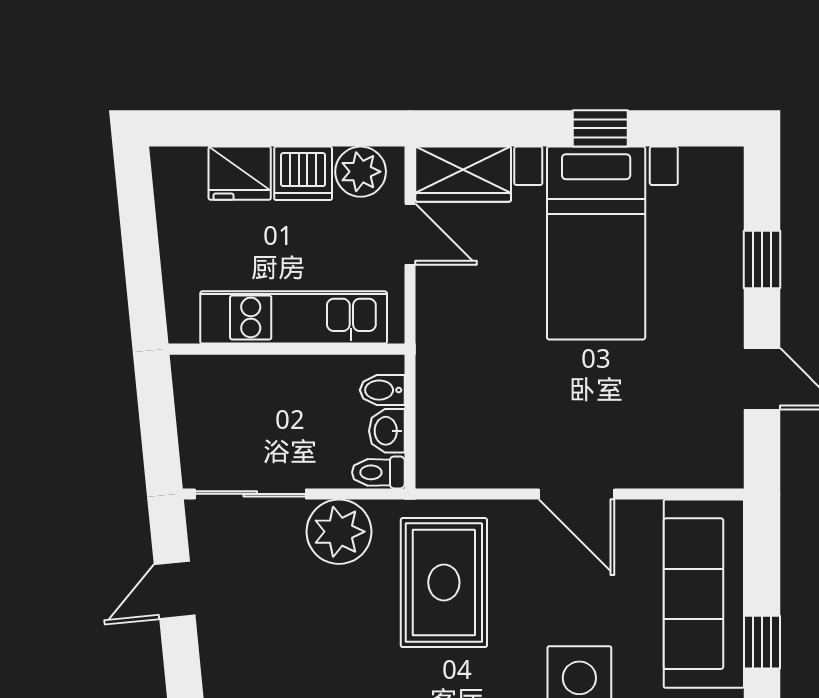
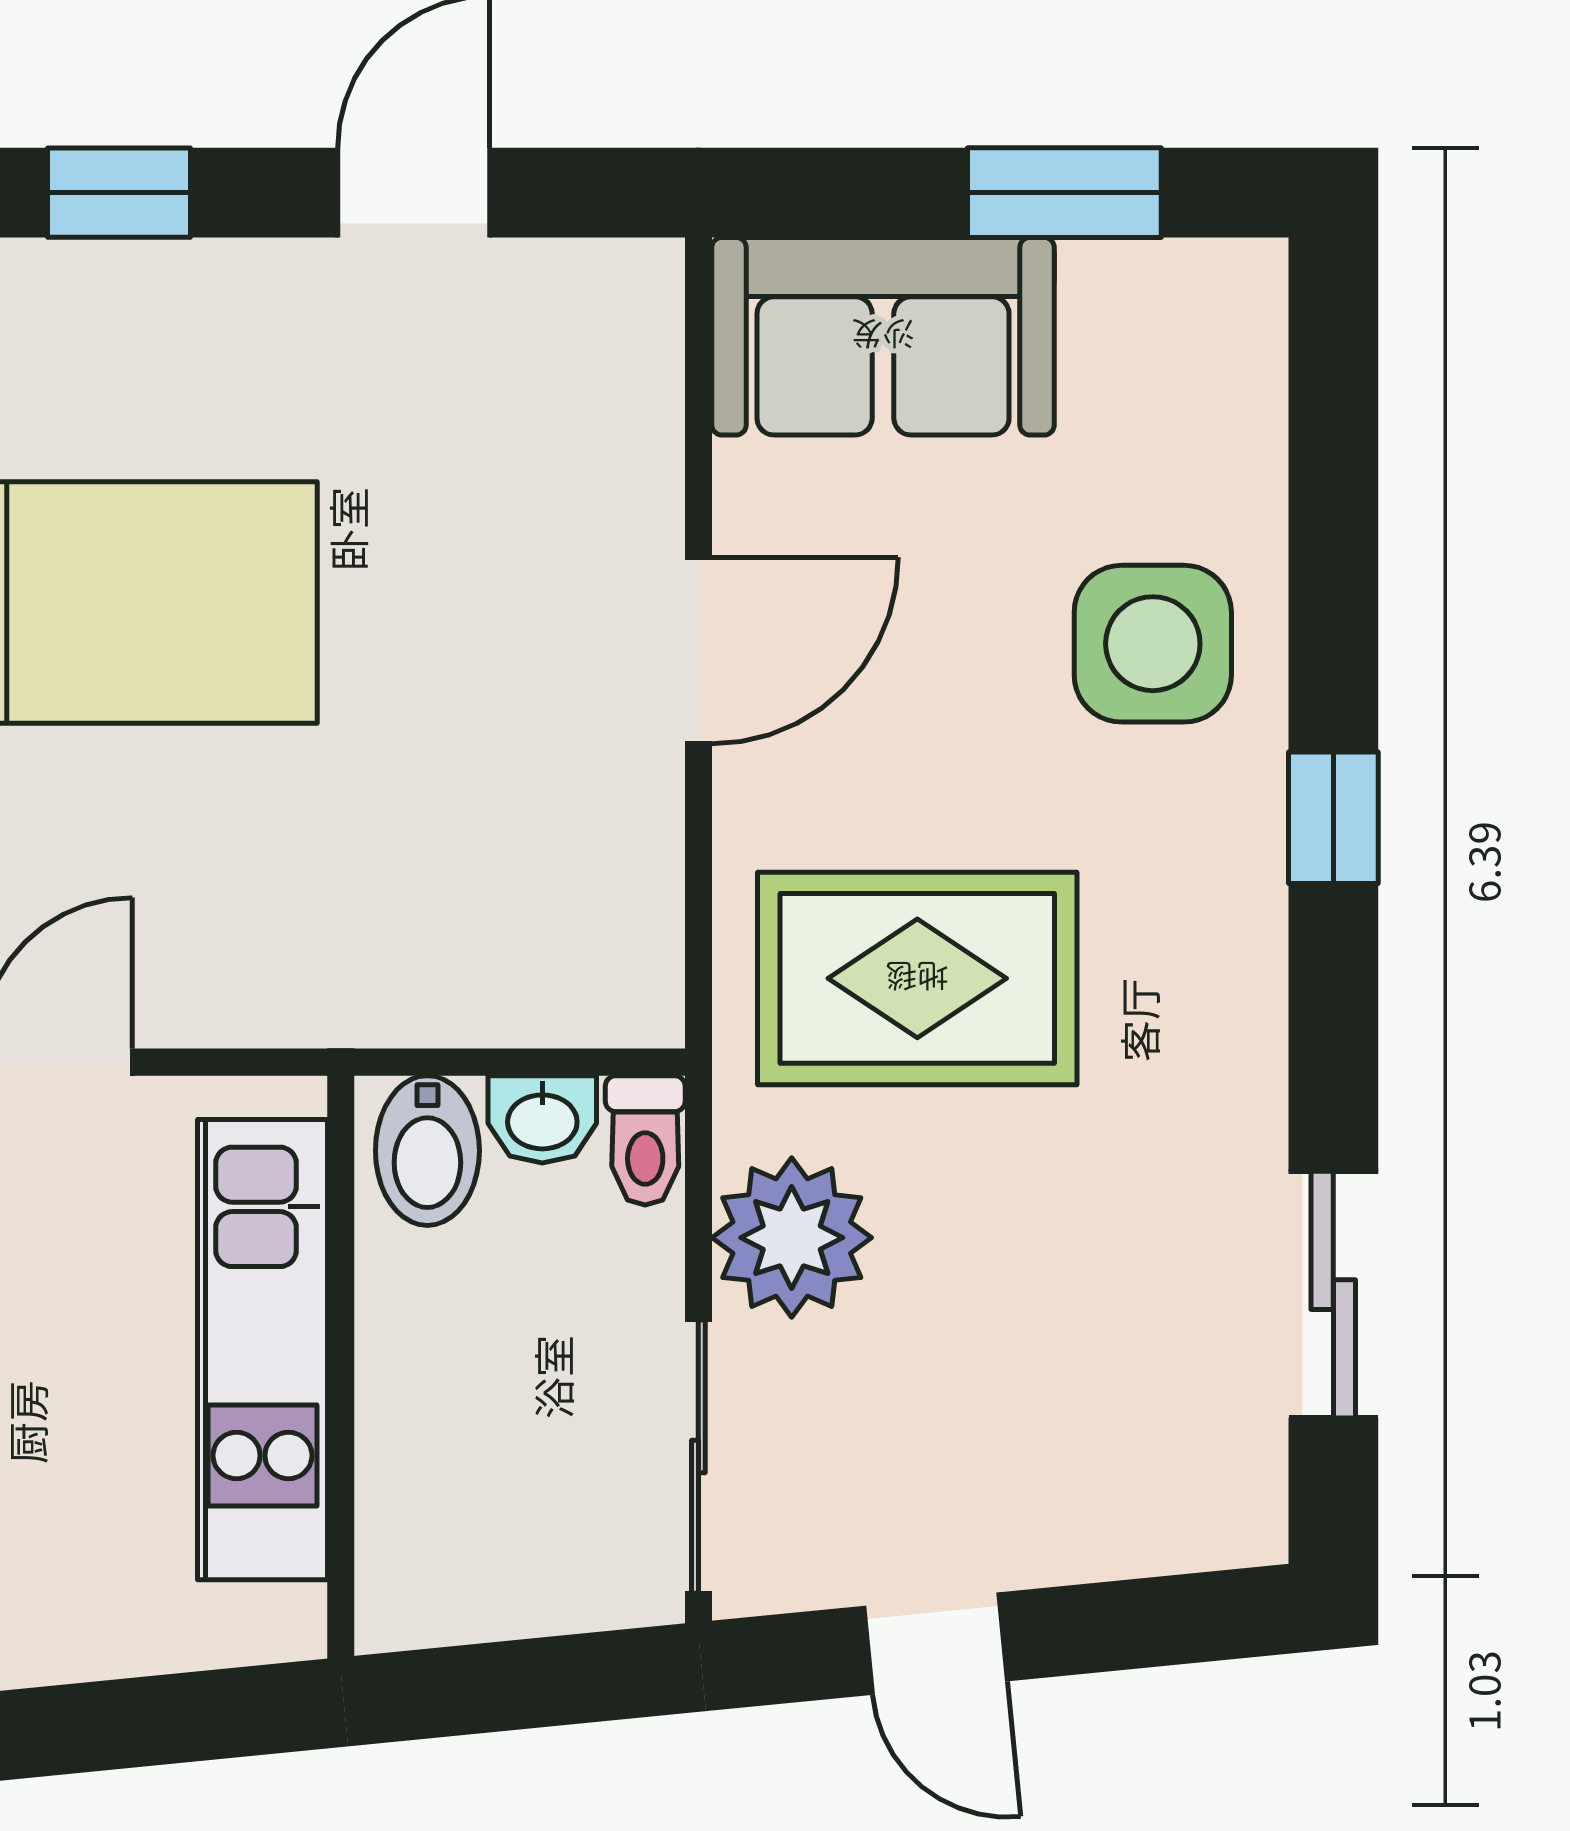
bidet: (382, 390) -> (427, 1151), width x1.38, depth x1.36
sofa: (704, 594) -> (883, 336), width x0.73
window: (762, 642) -> (1064, 193), width x1.50

